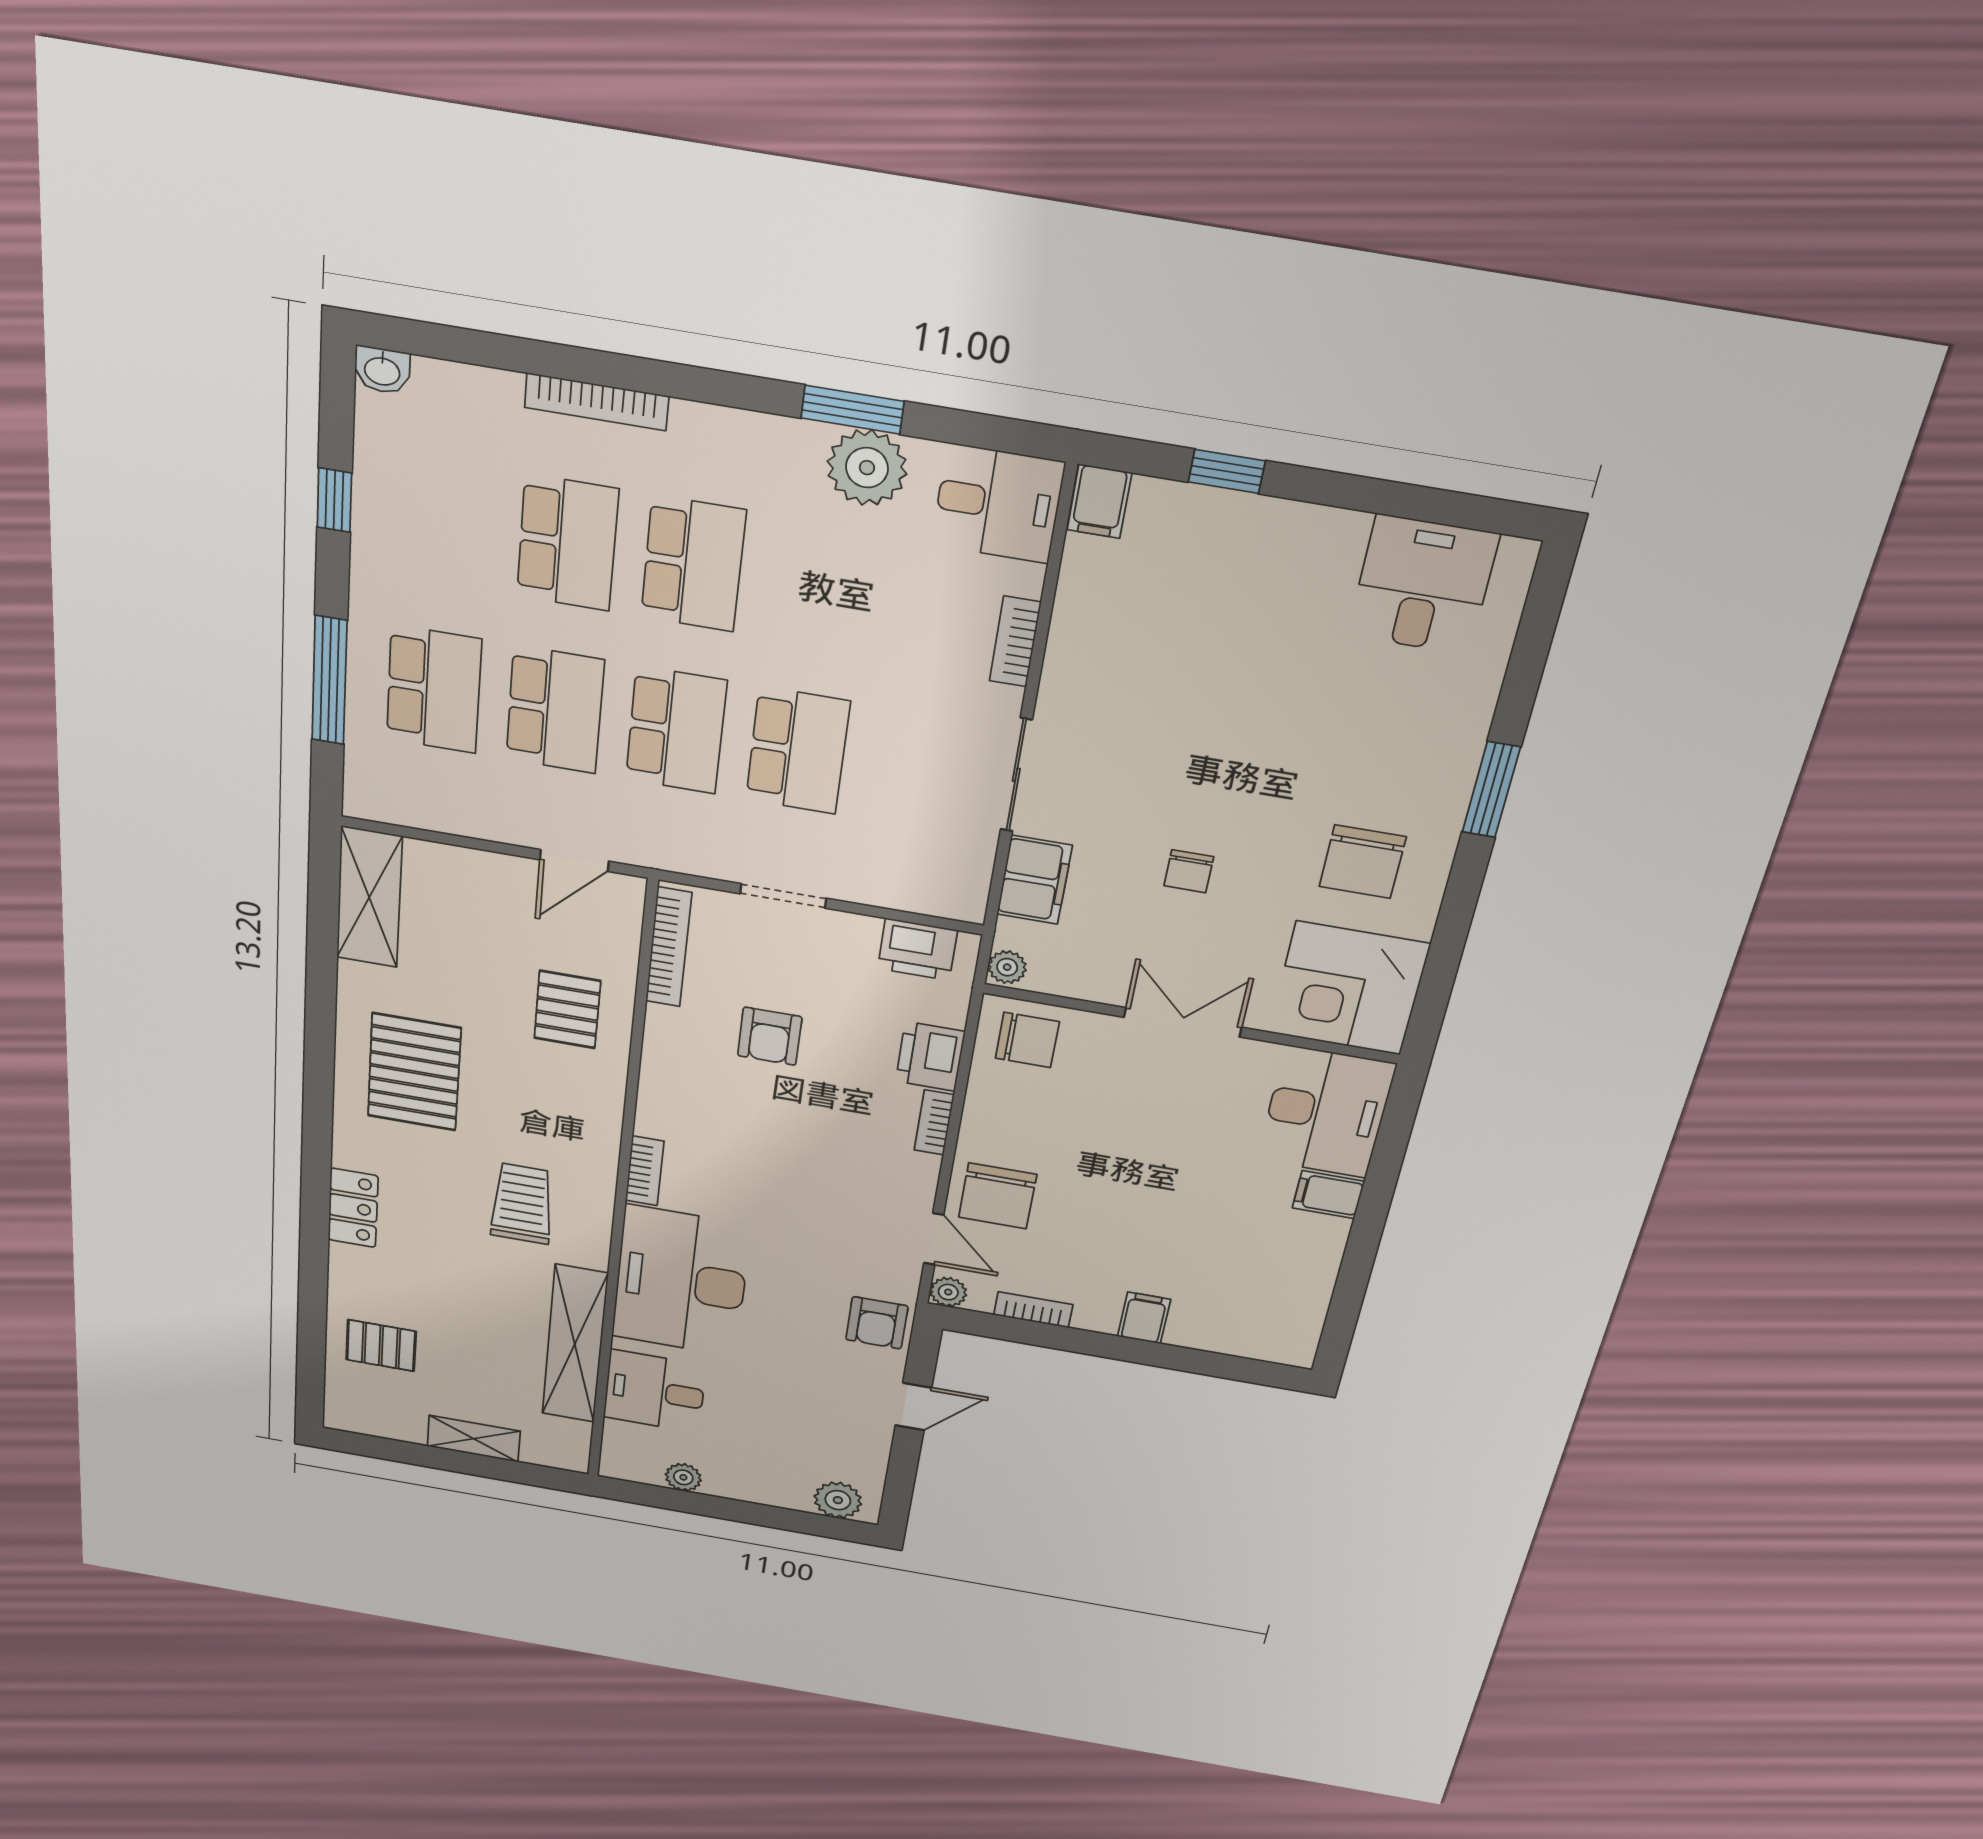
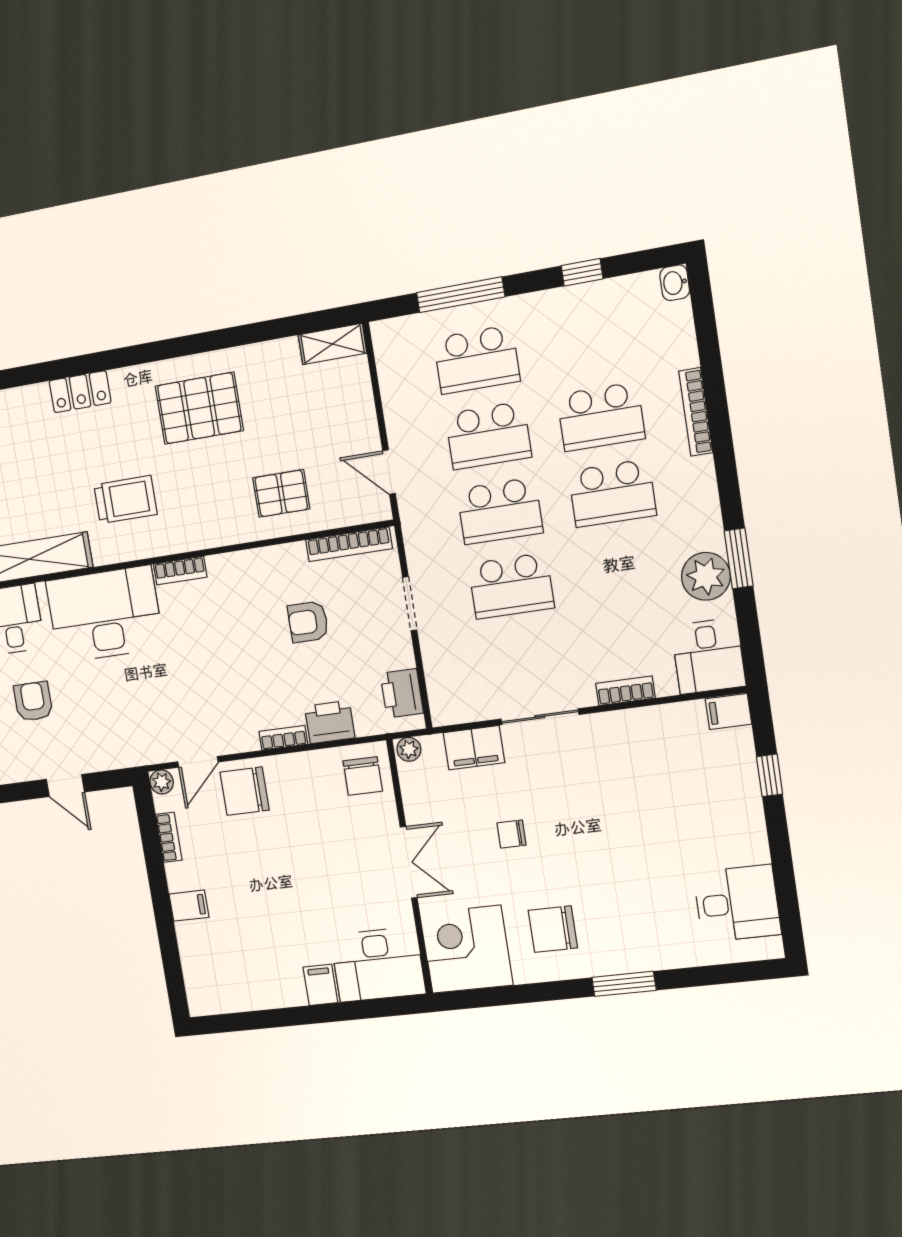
shelving: (369, 897) -> (332, 344), width x0.67, depth x0.75
armchair: (877, 1323) -> (33, 701), moved, turned 90

